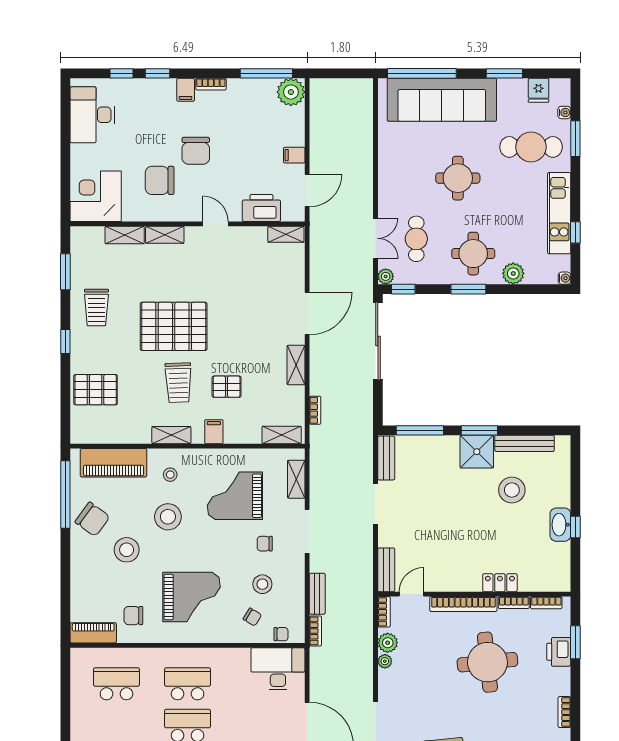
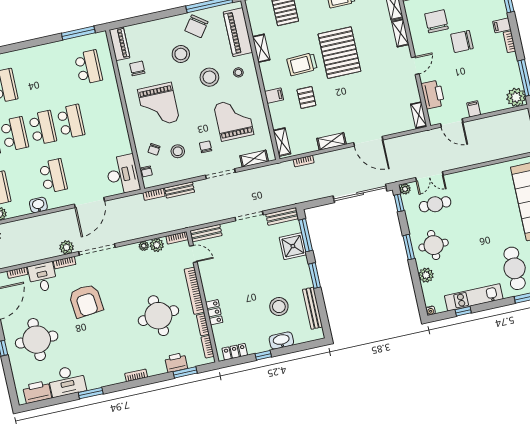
round table: (458, 178) -> (482, 223), removed
shelving: (171, 435) -> (261, 48), moved
shower: (477, 452) -> (293, 246), moved
washbasin: (560, 525) -> (281, 341), moved
locker: (562, 566) -> (235, 352), added
school desk: (188, 684) -> (99, 115), removed
window: (65, 687) -> (78, 33), added

